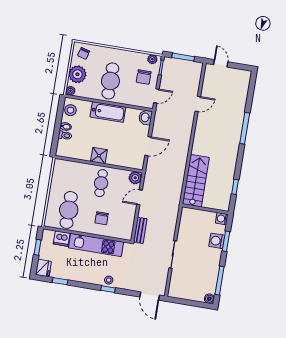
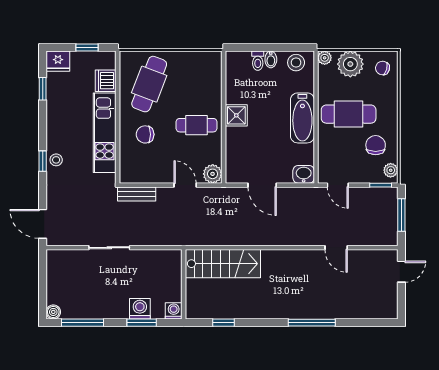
chair: (144, 77) -> (376, 145), moved, turned 90
cafe table: (69, 210) -> (149, 84), turned -69
door: (150, 296) -> (43, 224), hinge flipped

